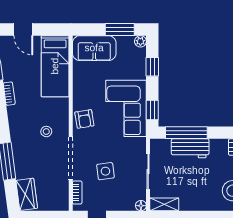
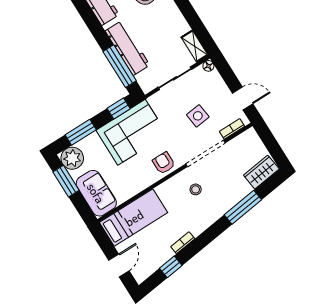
plant: (140, 41) -> (72, 158), width x1.87, depth x1.87
window: (152, 67) -> (81, 132), width x1.50
armchair: (84, 119) -> (164, 163), turned -81
workbench: (190, 148) -> (127, 48), width x1.38

